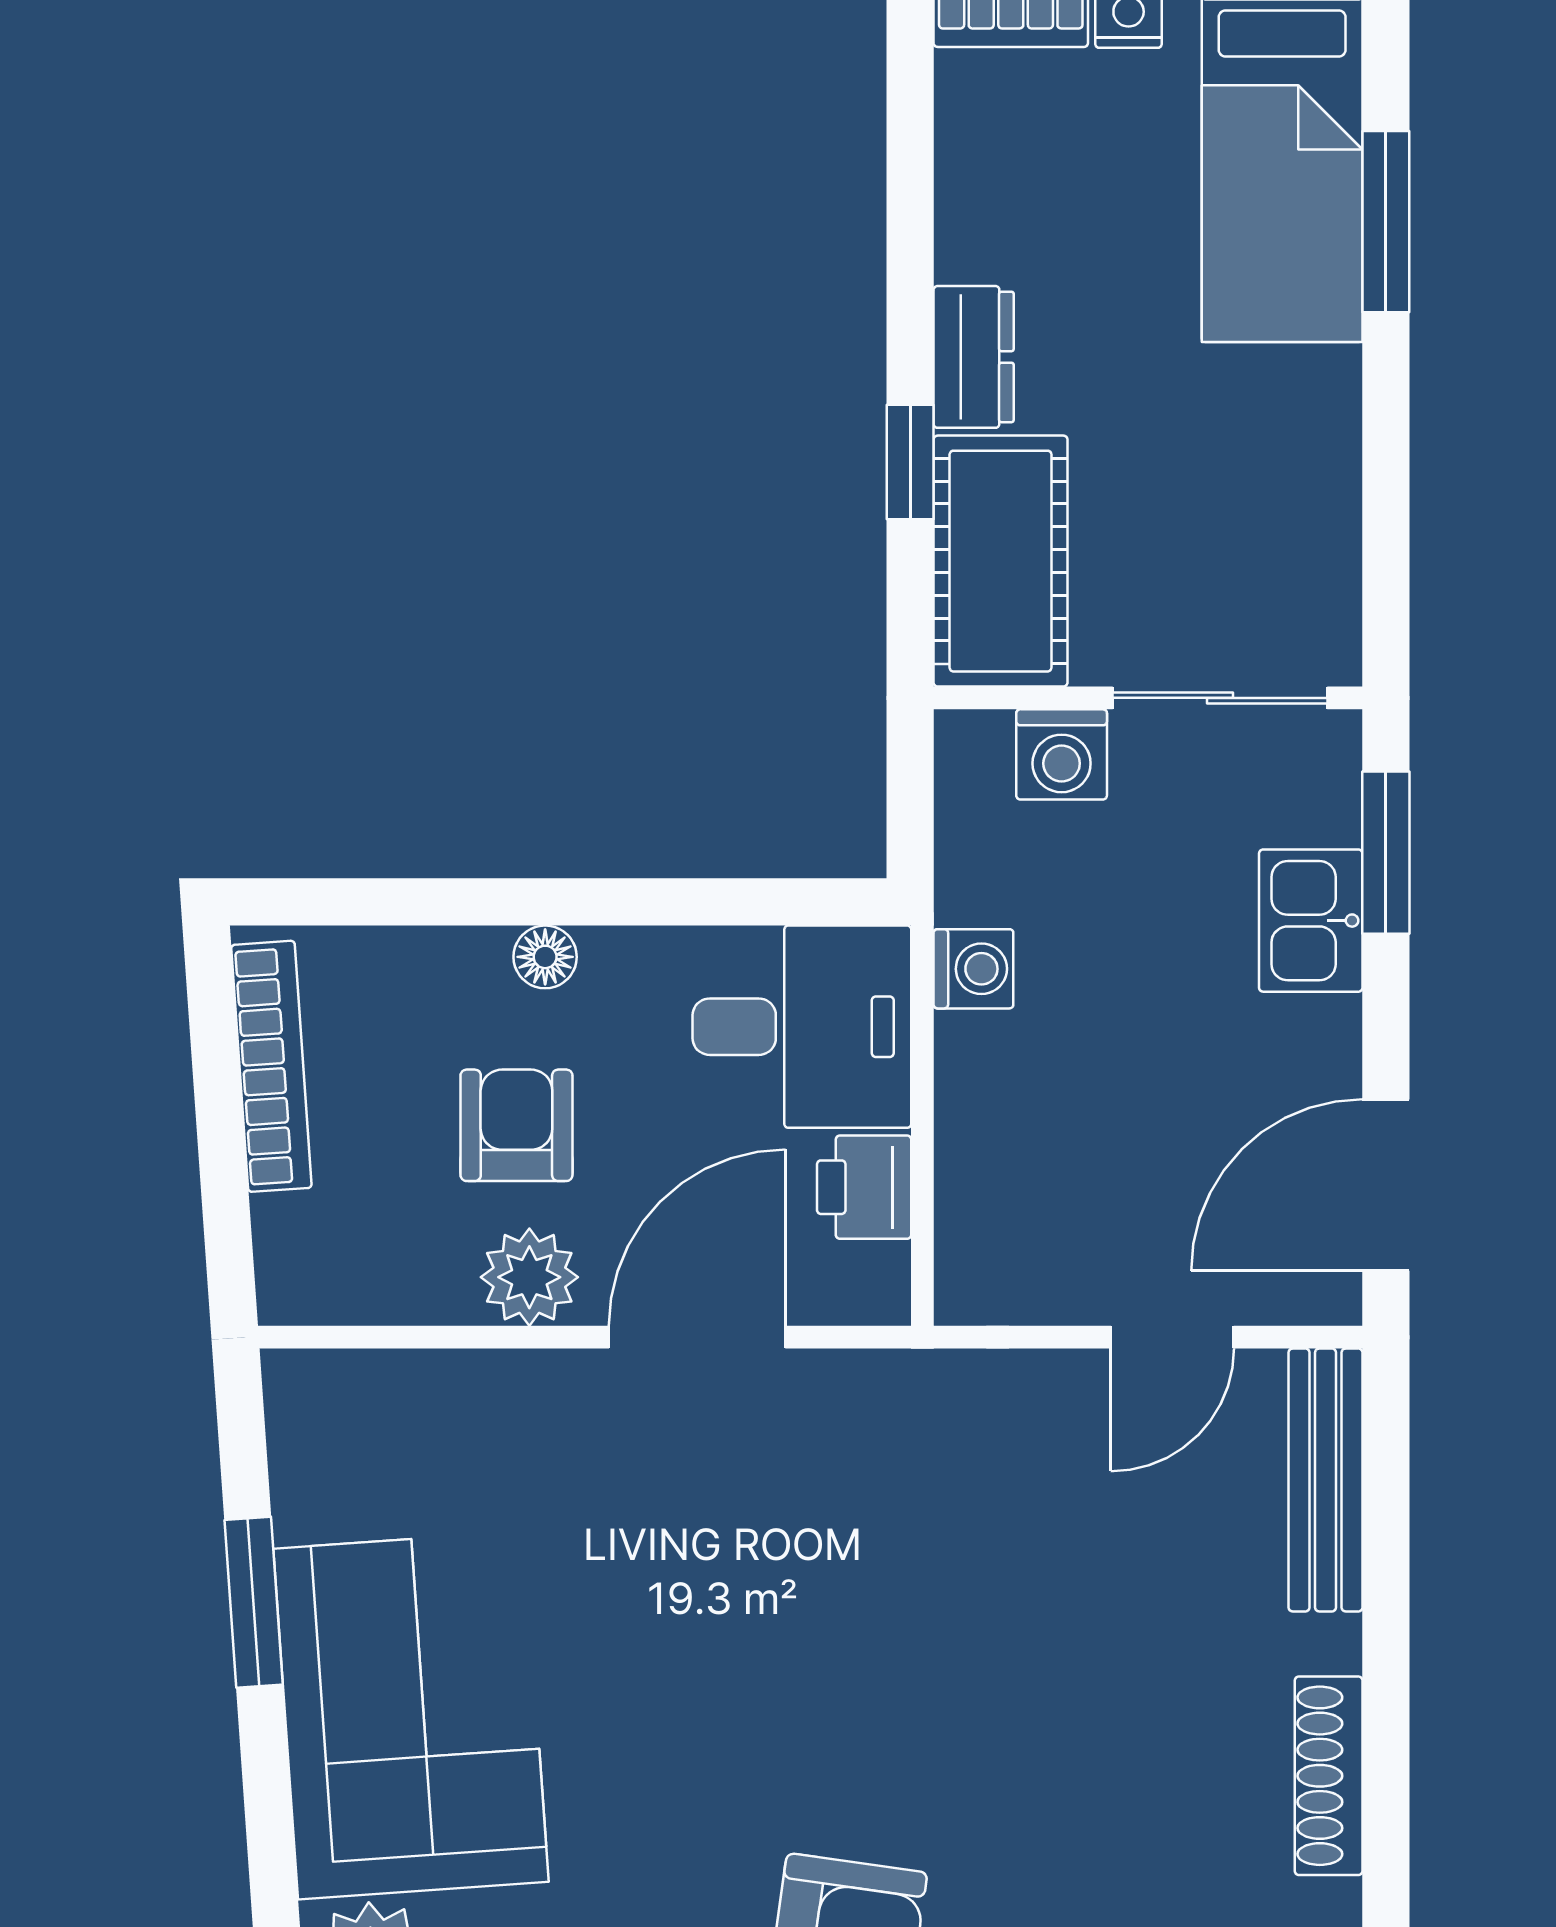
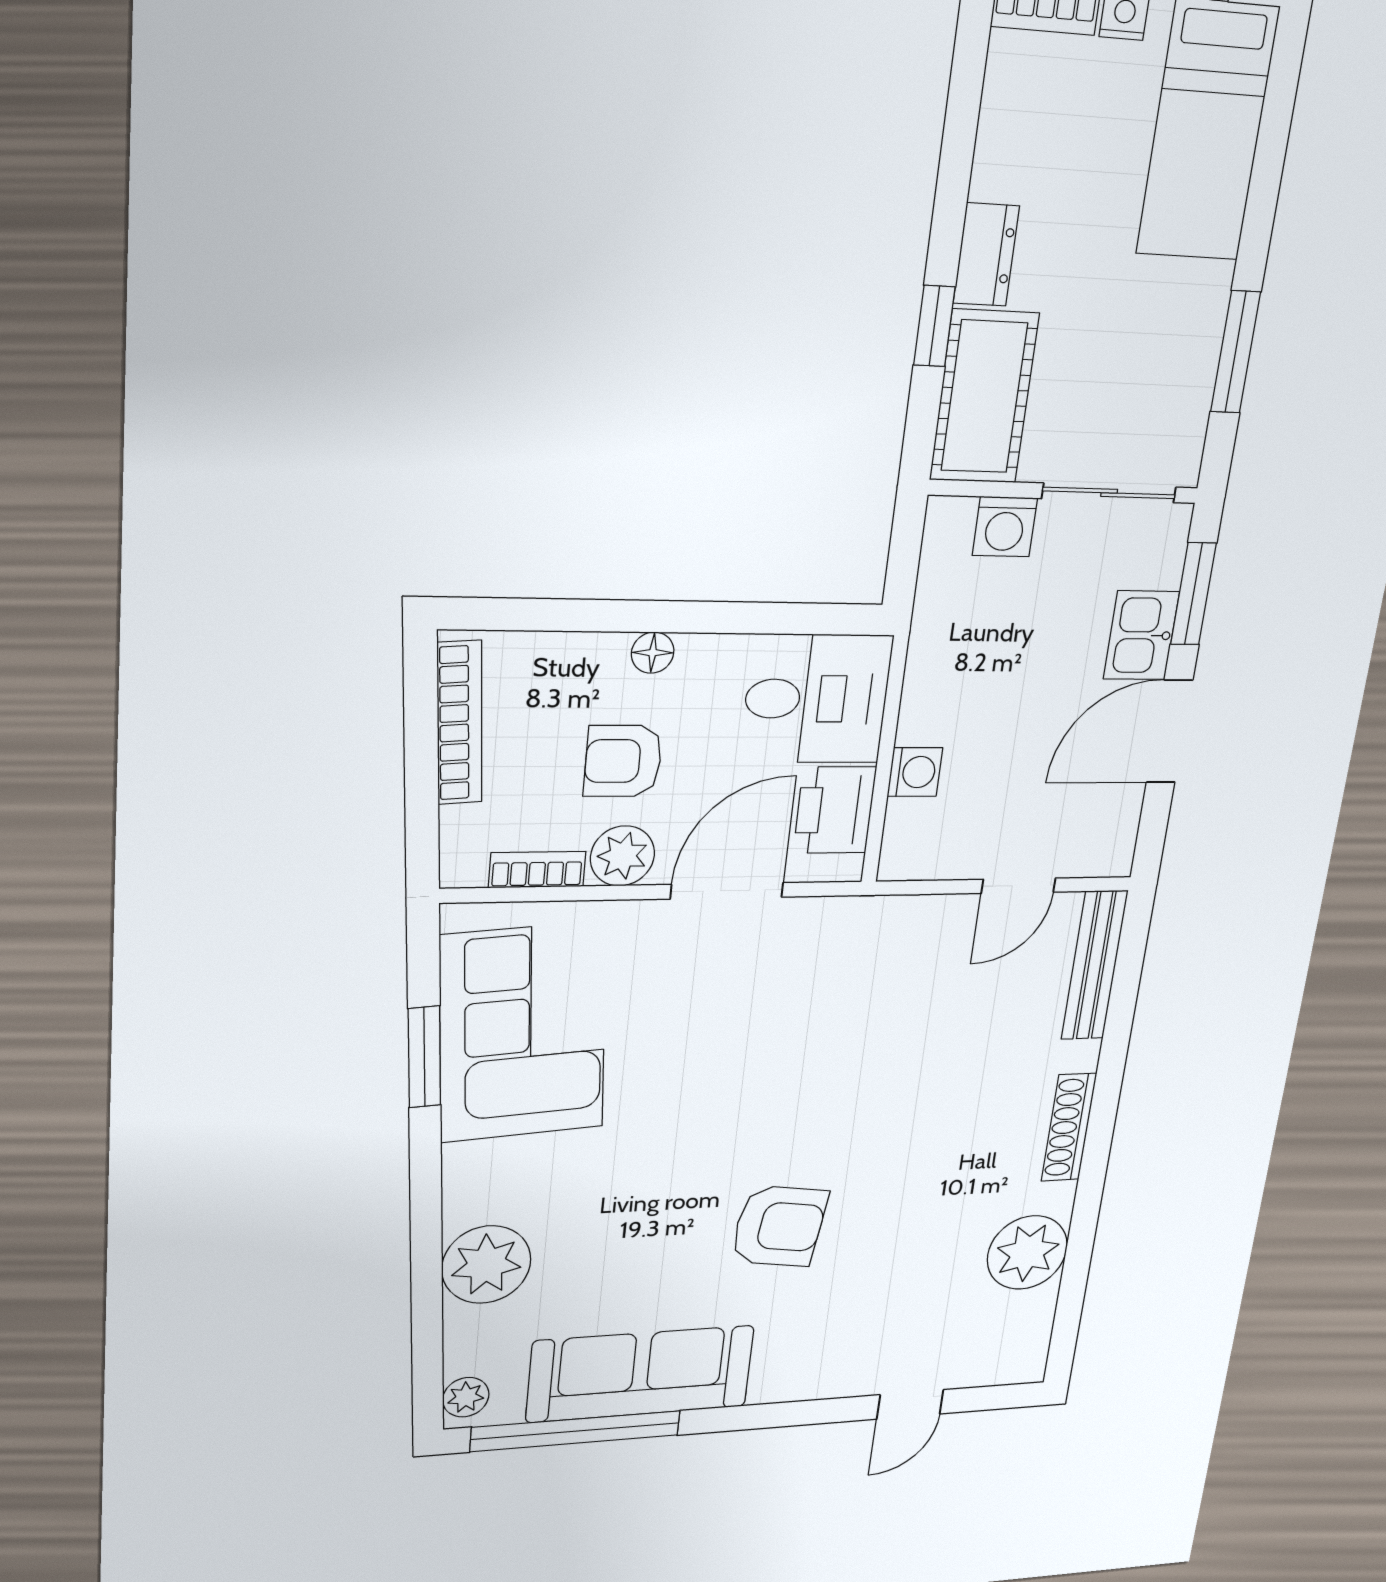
window: (1386, 222) -> (1235, 352), moved
washing machine: (973, 969) -> (915, 772), moved
armchair: (516, 1125) -> (623, 761), turned -90
door: (1386, 1185) -> (1169, 731), moved
printer: (864, 1187) -> (835, 810), width x1.36, depth x1.24
bookcase: (402, 1297) -> (537, 870), added
corner sofa: (411, 1715) -> (523, 1033), moved

